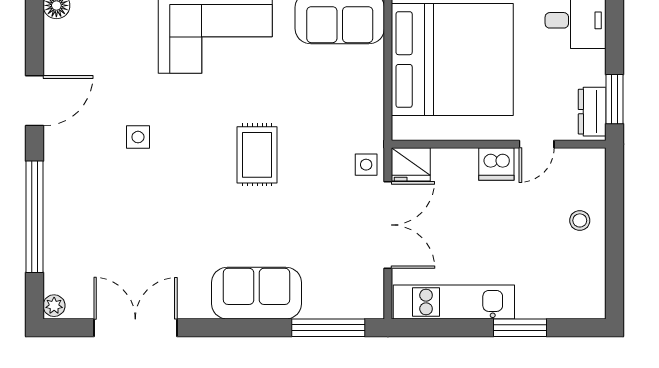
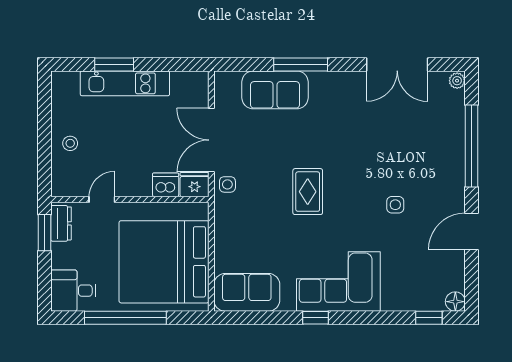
dishwasher: (496, 164) -> (166, 185), moved
sofa: (257, 293) -> (275, 90), moved
kitchen unit: (454, 302) -> (125, 83), moved
window: (328, 328) -> (301, 64), moved

